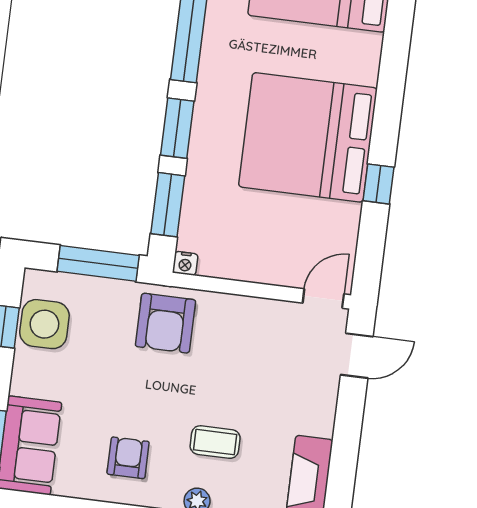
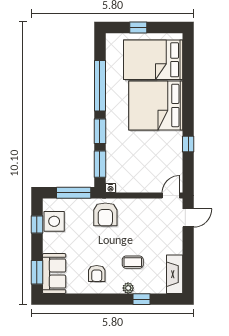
bed: (308, 137) -> (156, 105), moved
armchair: (128, 458) -> (97, 273), turned 180

